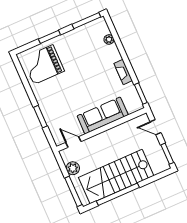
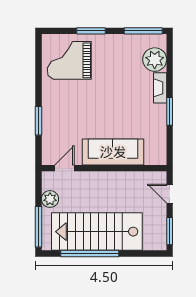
plant: (109, 39) -> (155, 60), width x1.88, depth x1.88
fireplace: (123, 72) -> (160, 88), moved
window: (141, 94) -> (170, 111), moved
door: (73, 142) -> (64, 168), hinge flipped

